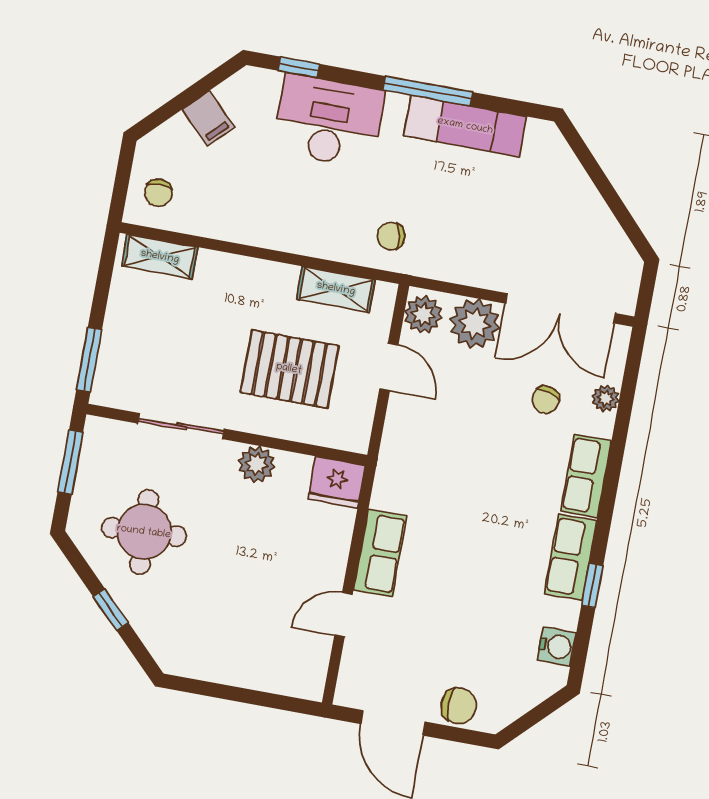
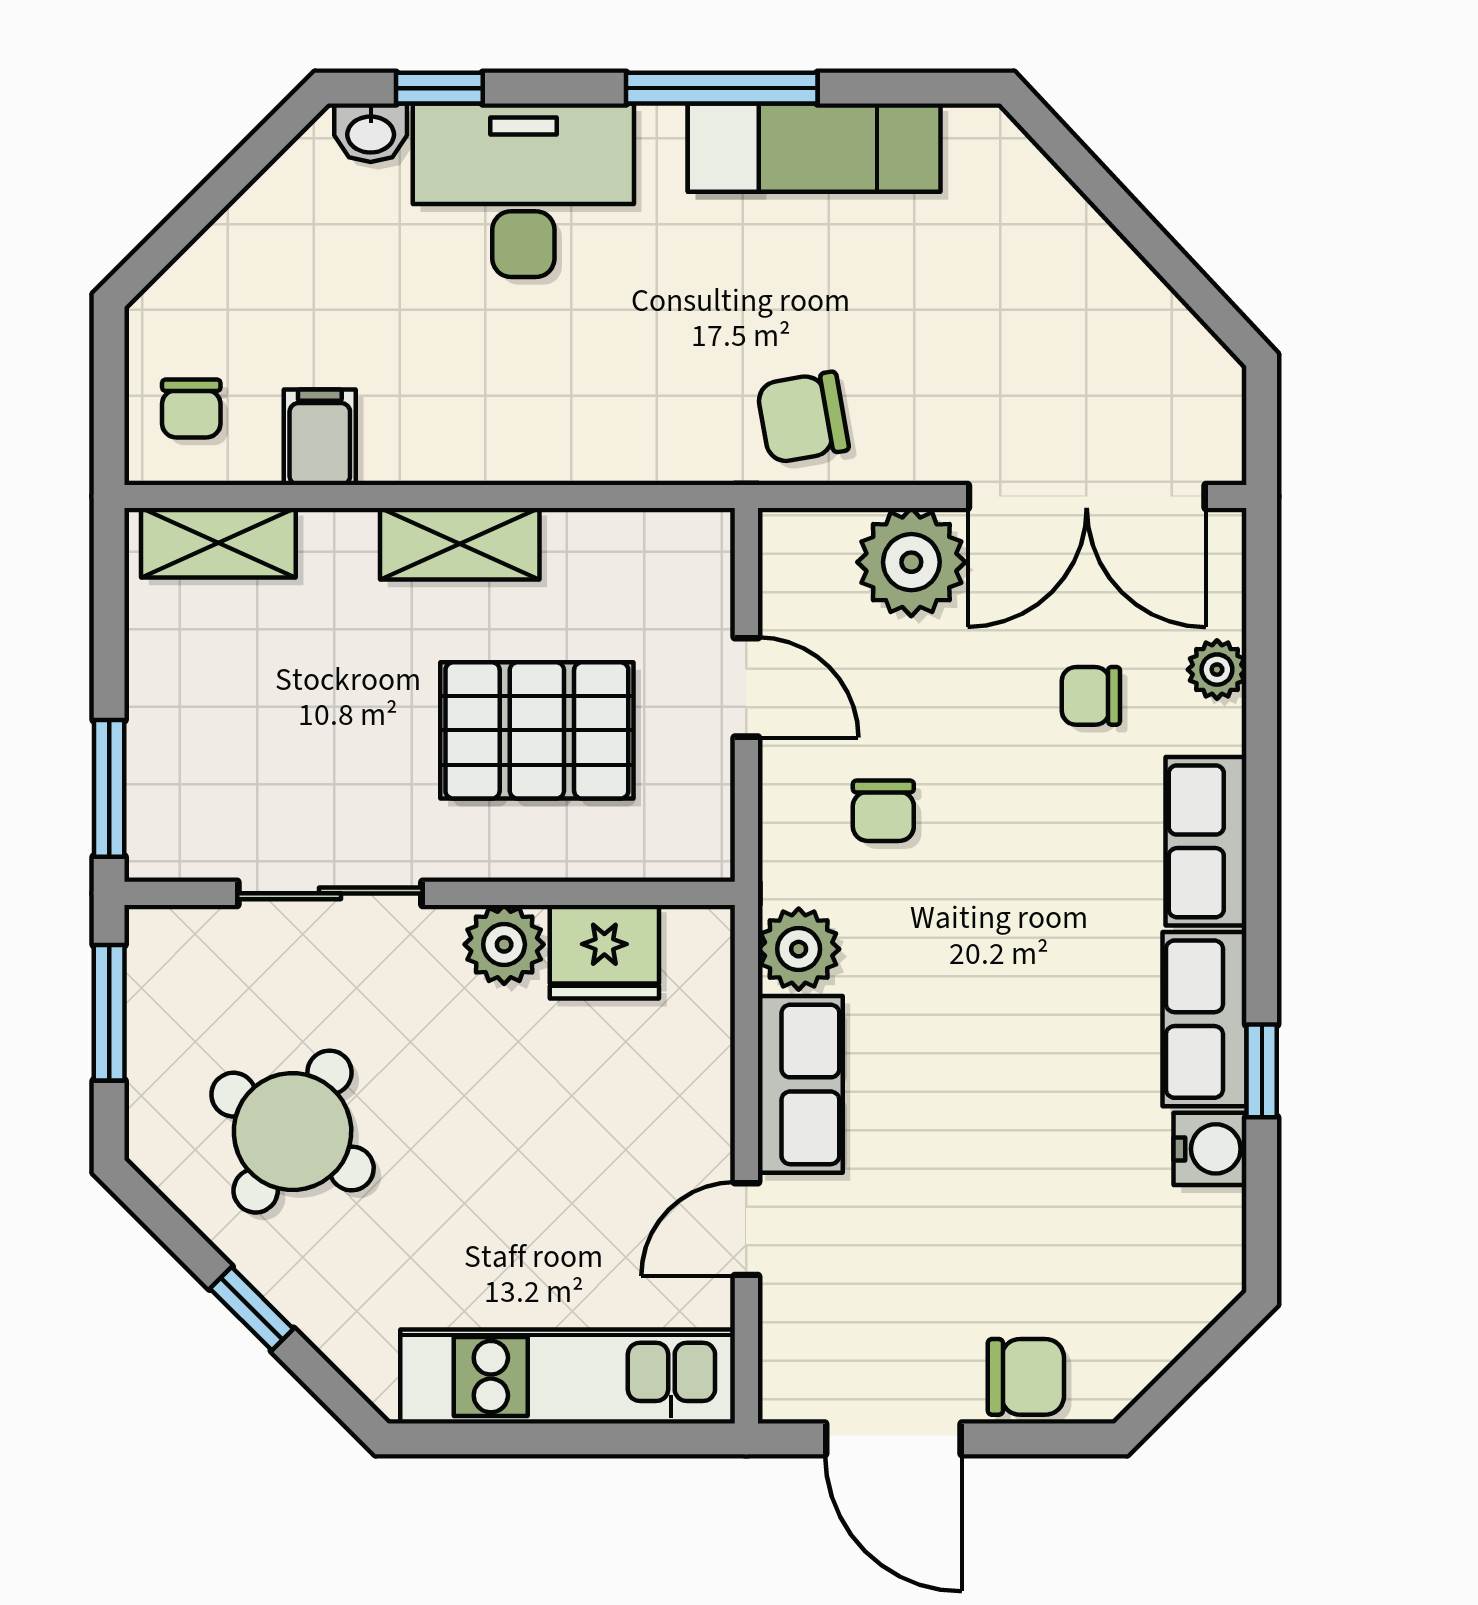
washbasin: (264, 82) -> (371, 133), added
filing cabinet: (208, 118) -> (320, 437), moved, turned -135
chair: (391, 236) -> (803, 417), moved, width x1.37, depth x1.37
shelving: (336, 289) -> (460, 544), moved
plant: (423, 315) -> (799, 949), moved
chair: (546, 400) -> (1091, 696), turned 72
chair: (441, 435) -> (883, 811), added
fridge: (337, 482) -> (604, 952), moved
round table: (144, 532) -> (293, 1132), turned 35
water cooler: (557, 646) -> (1210, 1149), moved
kitchen unit: (249, 667) -> (568, 1377), added

